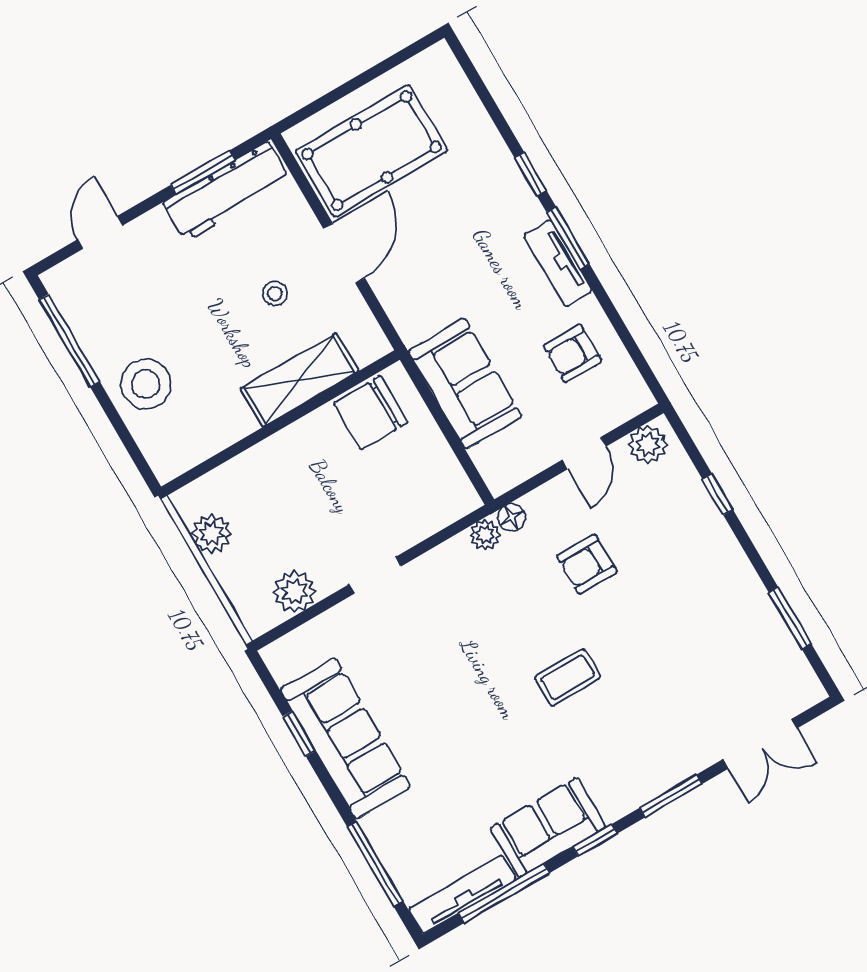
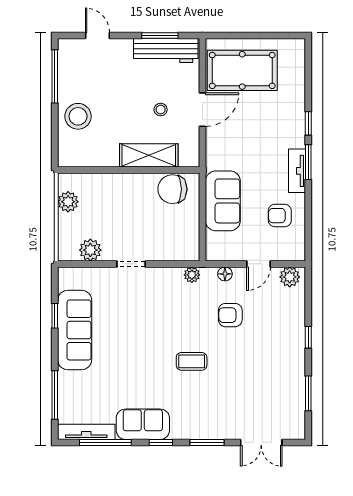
door: (100, 232) -> (97, 36), hinge flipped
window: (718, 494) -> (308, 337), moved
floor lamp: (512, 518) -> (225, 274), moved

